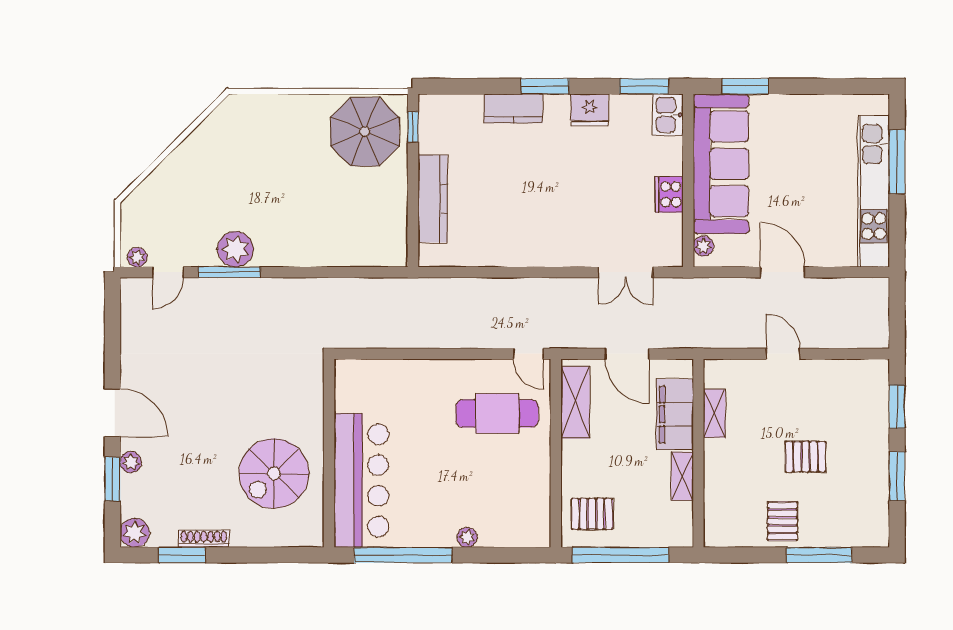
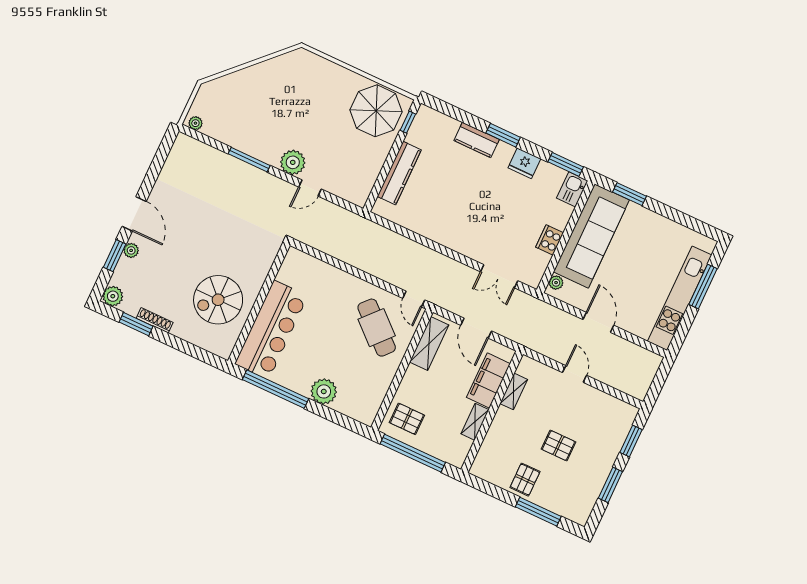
plant: (235, 249) -> (293, 162), moved
door: (168, 272) -> (310, 188), moved
cafe table: (497, 413) -> (377, 328), turned 42
plant: (467, 537) -> (324, 391), width x1.88, depth x1.88

